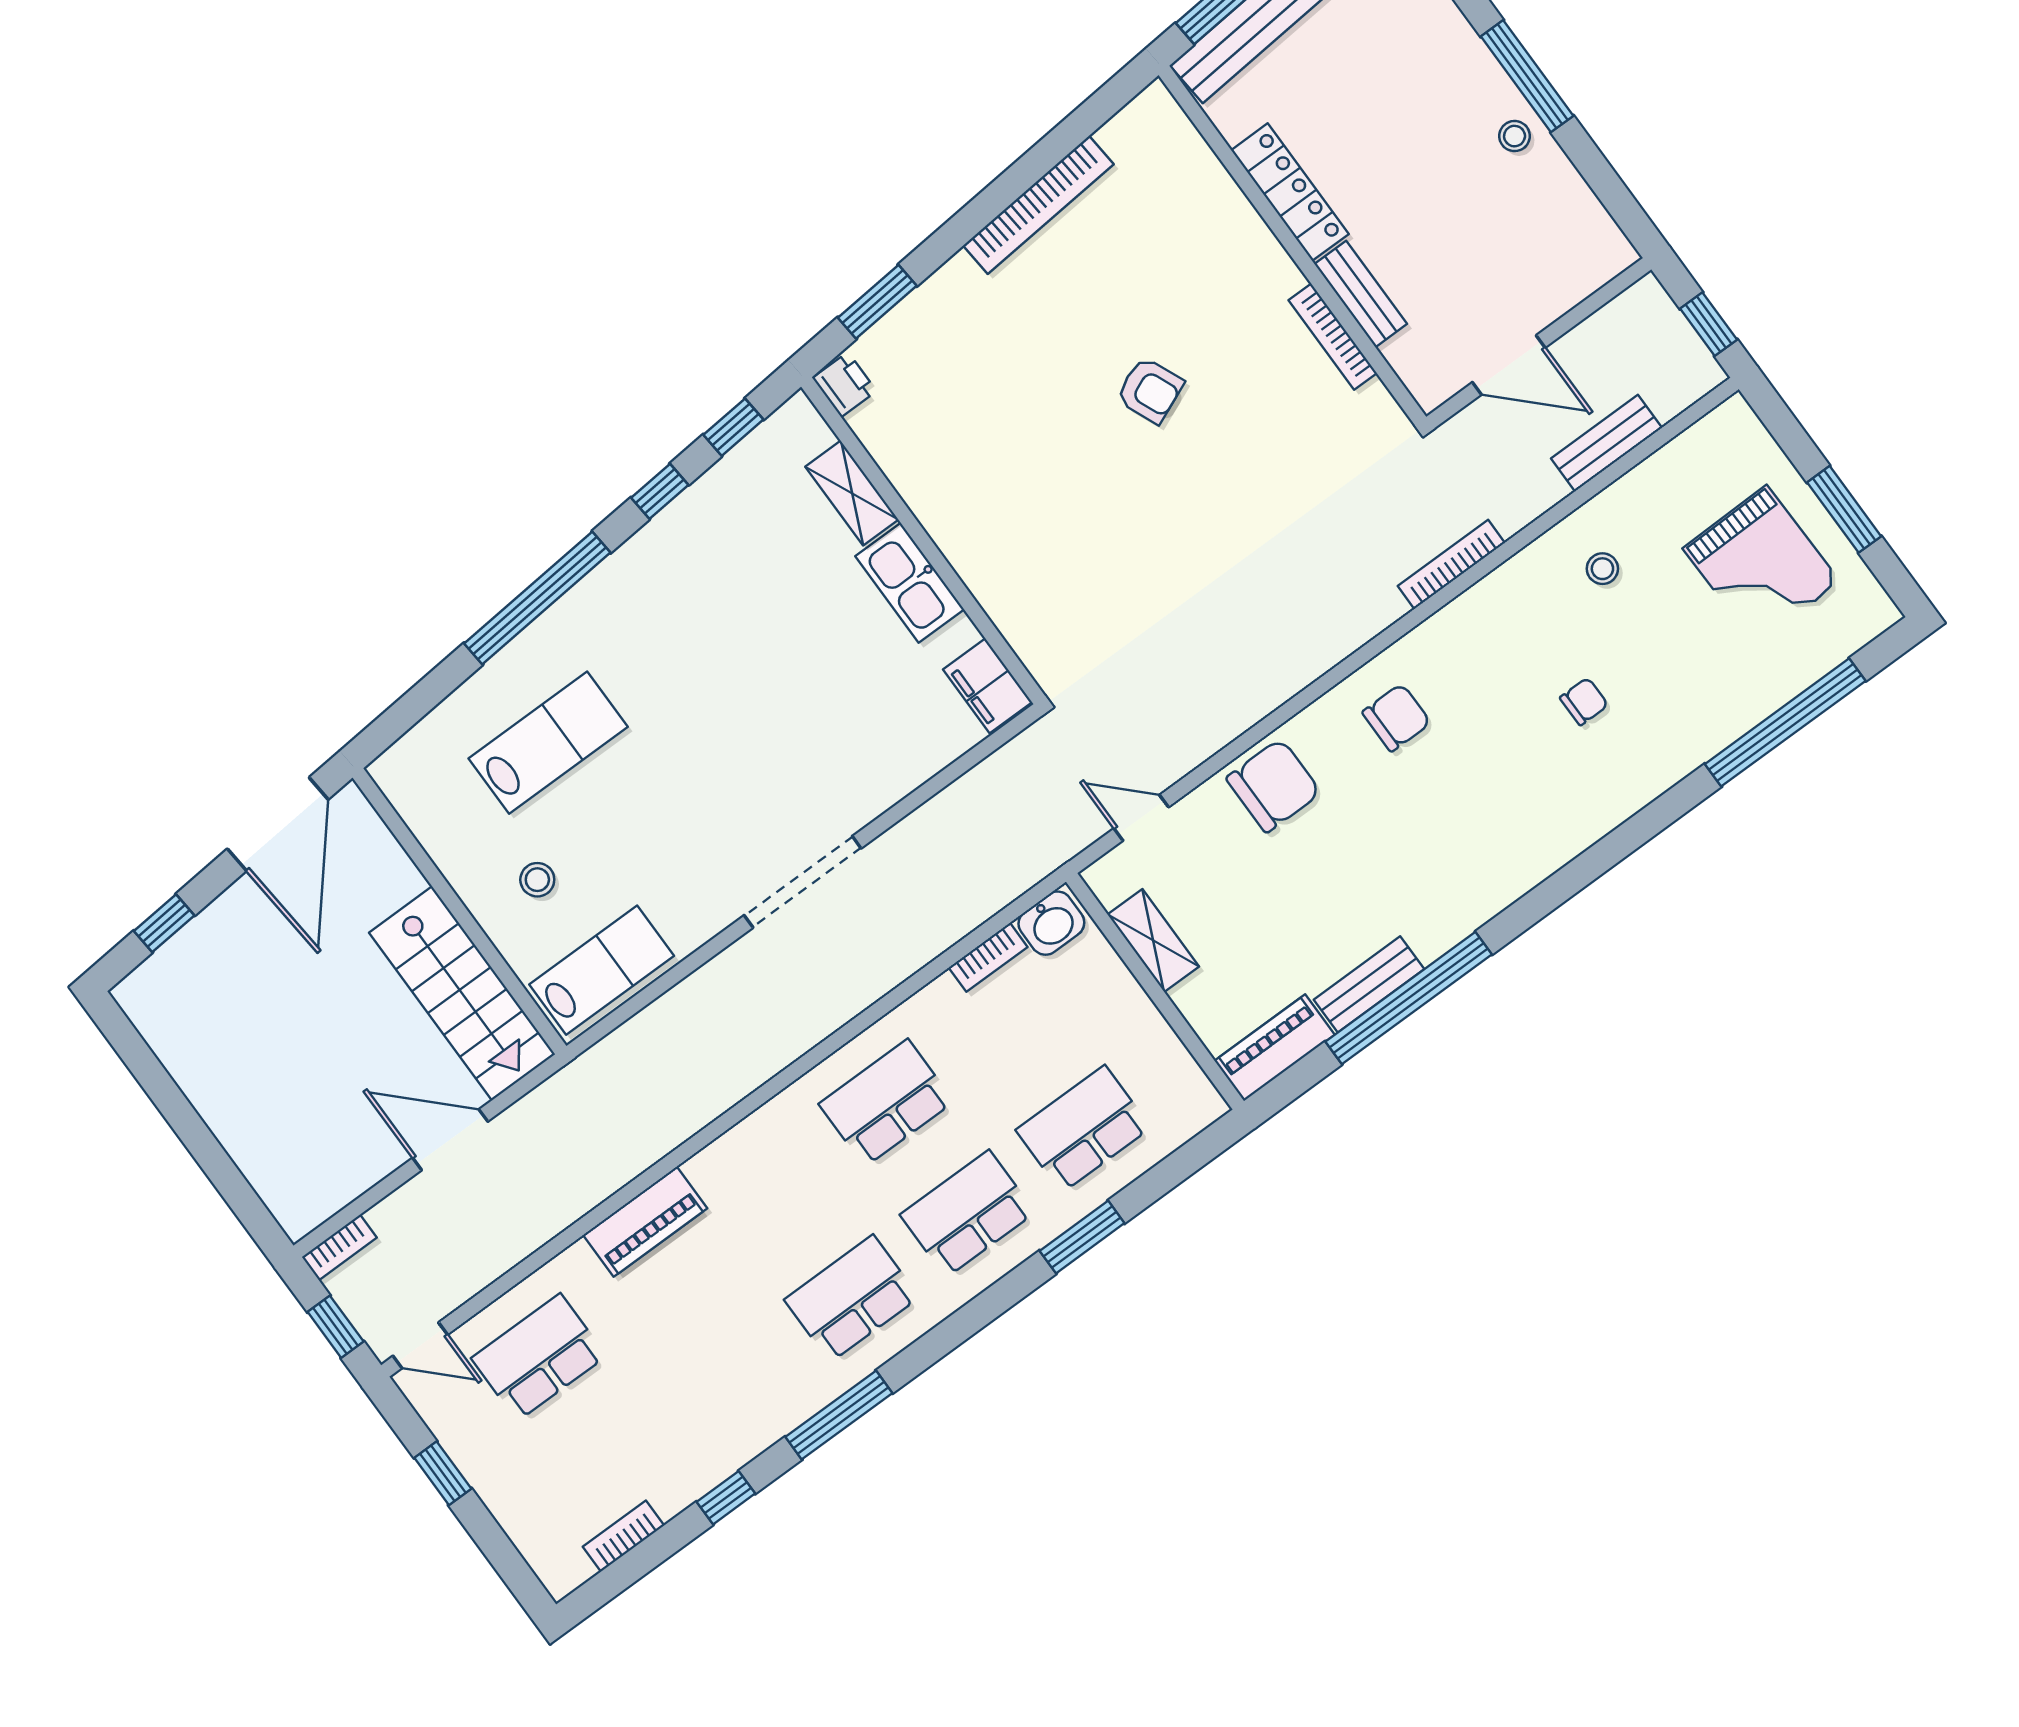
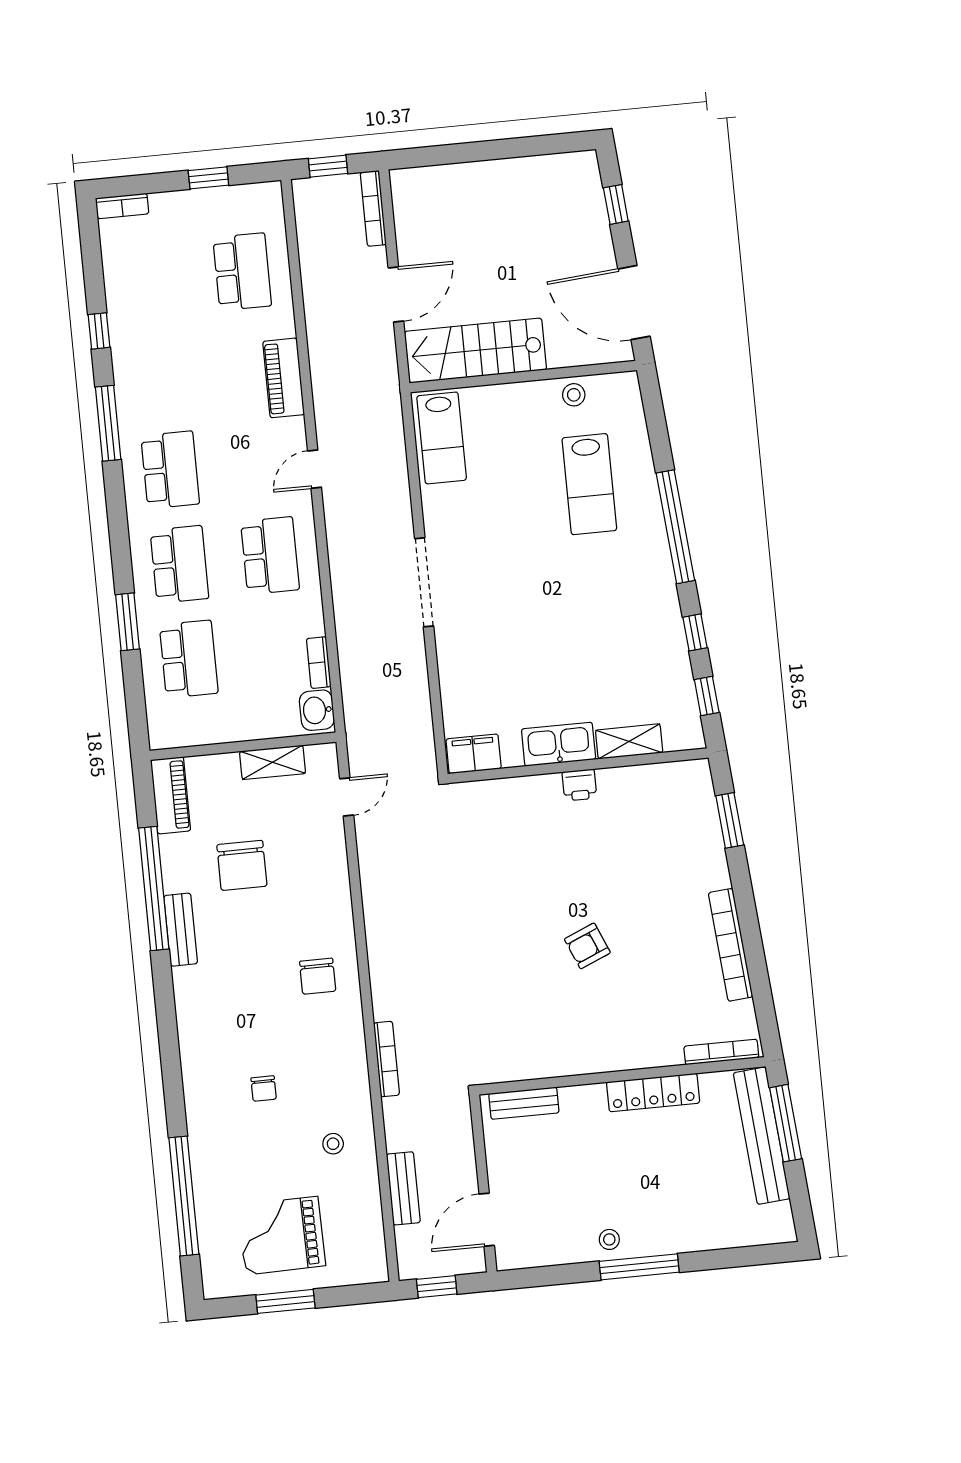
bench: (1361, 294) -> (524, 1103), moved
bookcase: (1333, 337) -> (721, 1052), moved
door: (1509, 365) -> (487, 1220), moved
printer: (845, 384) -> (579, 785), moved
chair: (1274, 785) -> (242, 865), moved
stool: (537, 880) -> (574, 395), moved
bench: (1369, 984) -> (181, 930), moved
bookcase: (339, 1247) -> (373, 208), width x1.56
door: (420, 1345) -> (314, 469), moved
bookcase: (623, 1536) -> (122, 206), moved, turned 90

